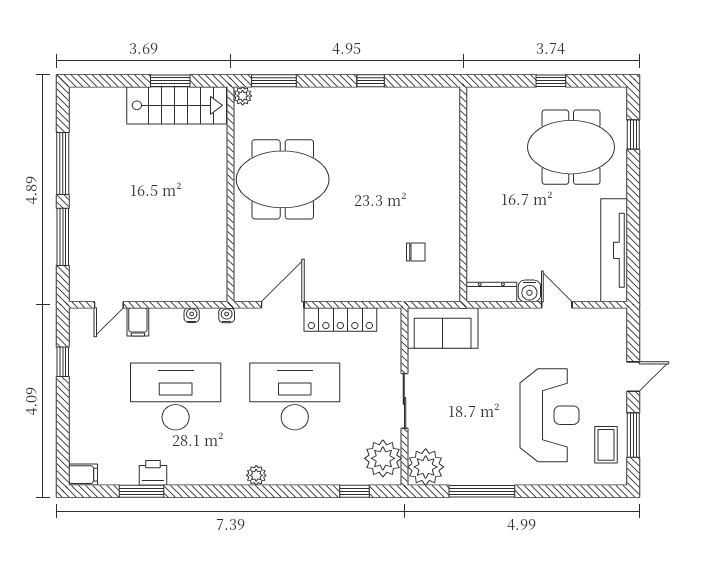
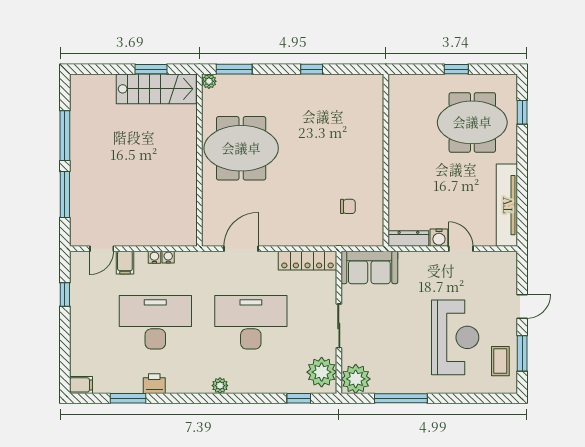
water cooler: (227, 315) -> (154, 257), moved
locker: (340, 320) -> (307, 261), moved
printer: (153, 473) -> (154, 384), moved

